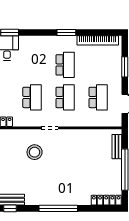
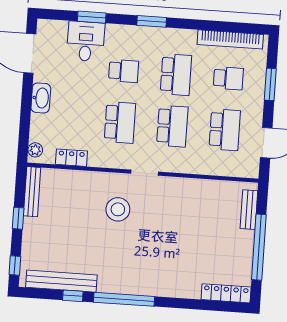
window: (66, 33) -> (152, 21), moved
school desk: (32, 65) -> (124, 71), added
school desk: (98, 65) -> (228, 78), added
window: (58, 208) -> (124, 299), moved

